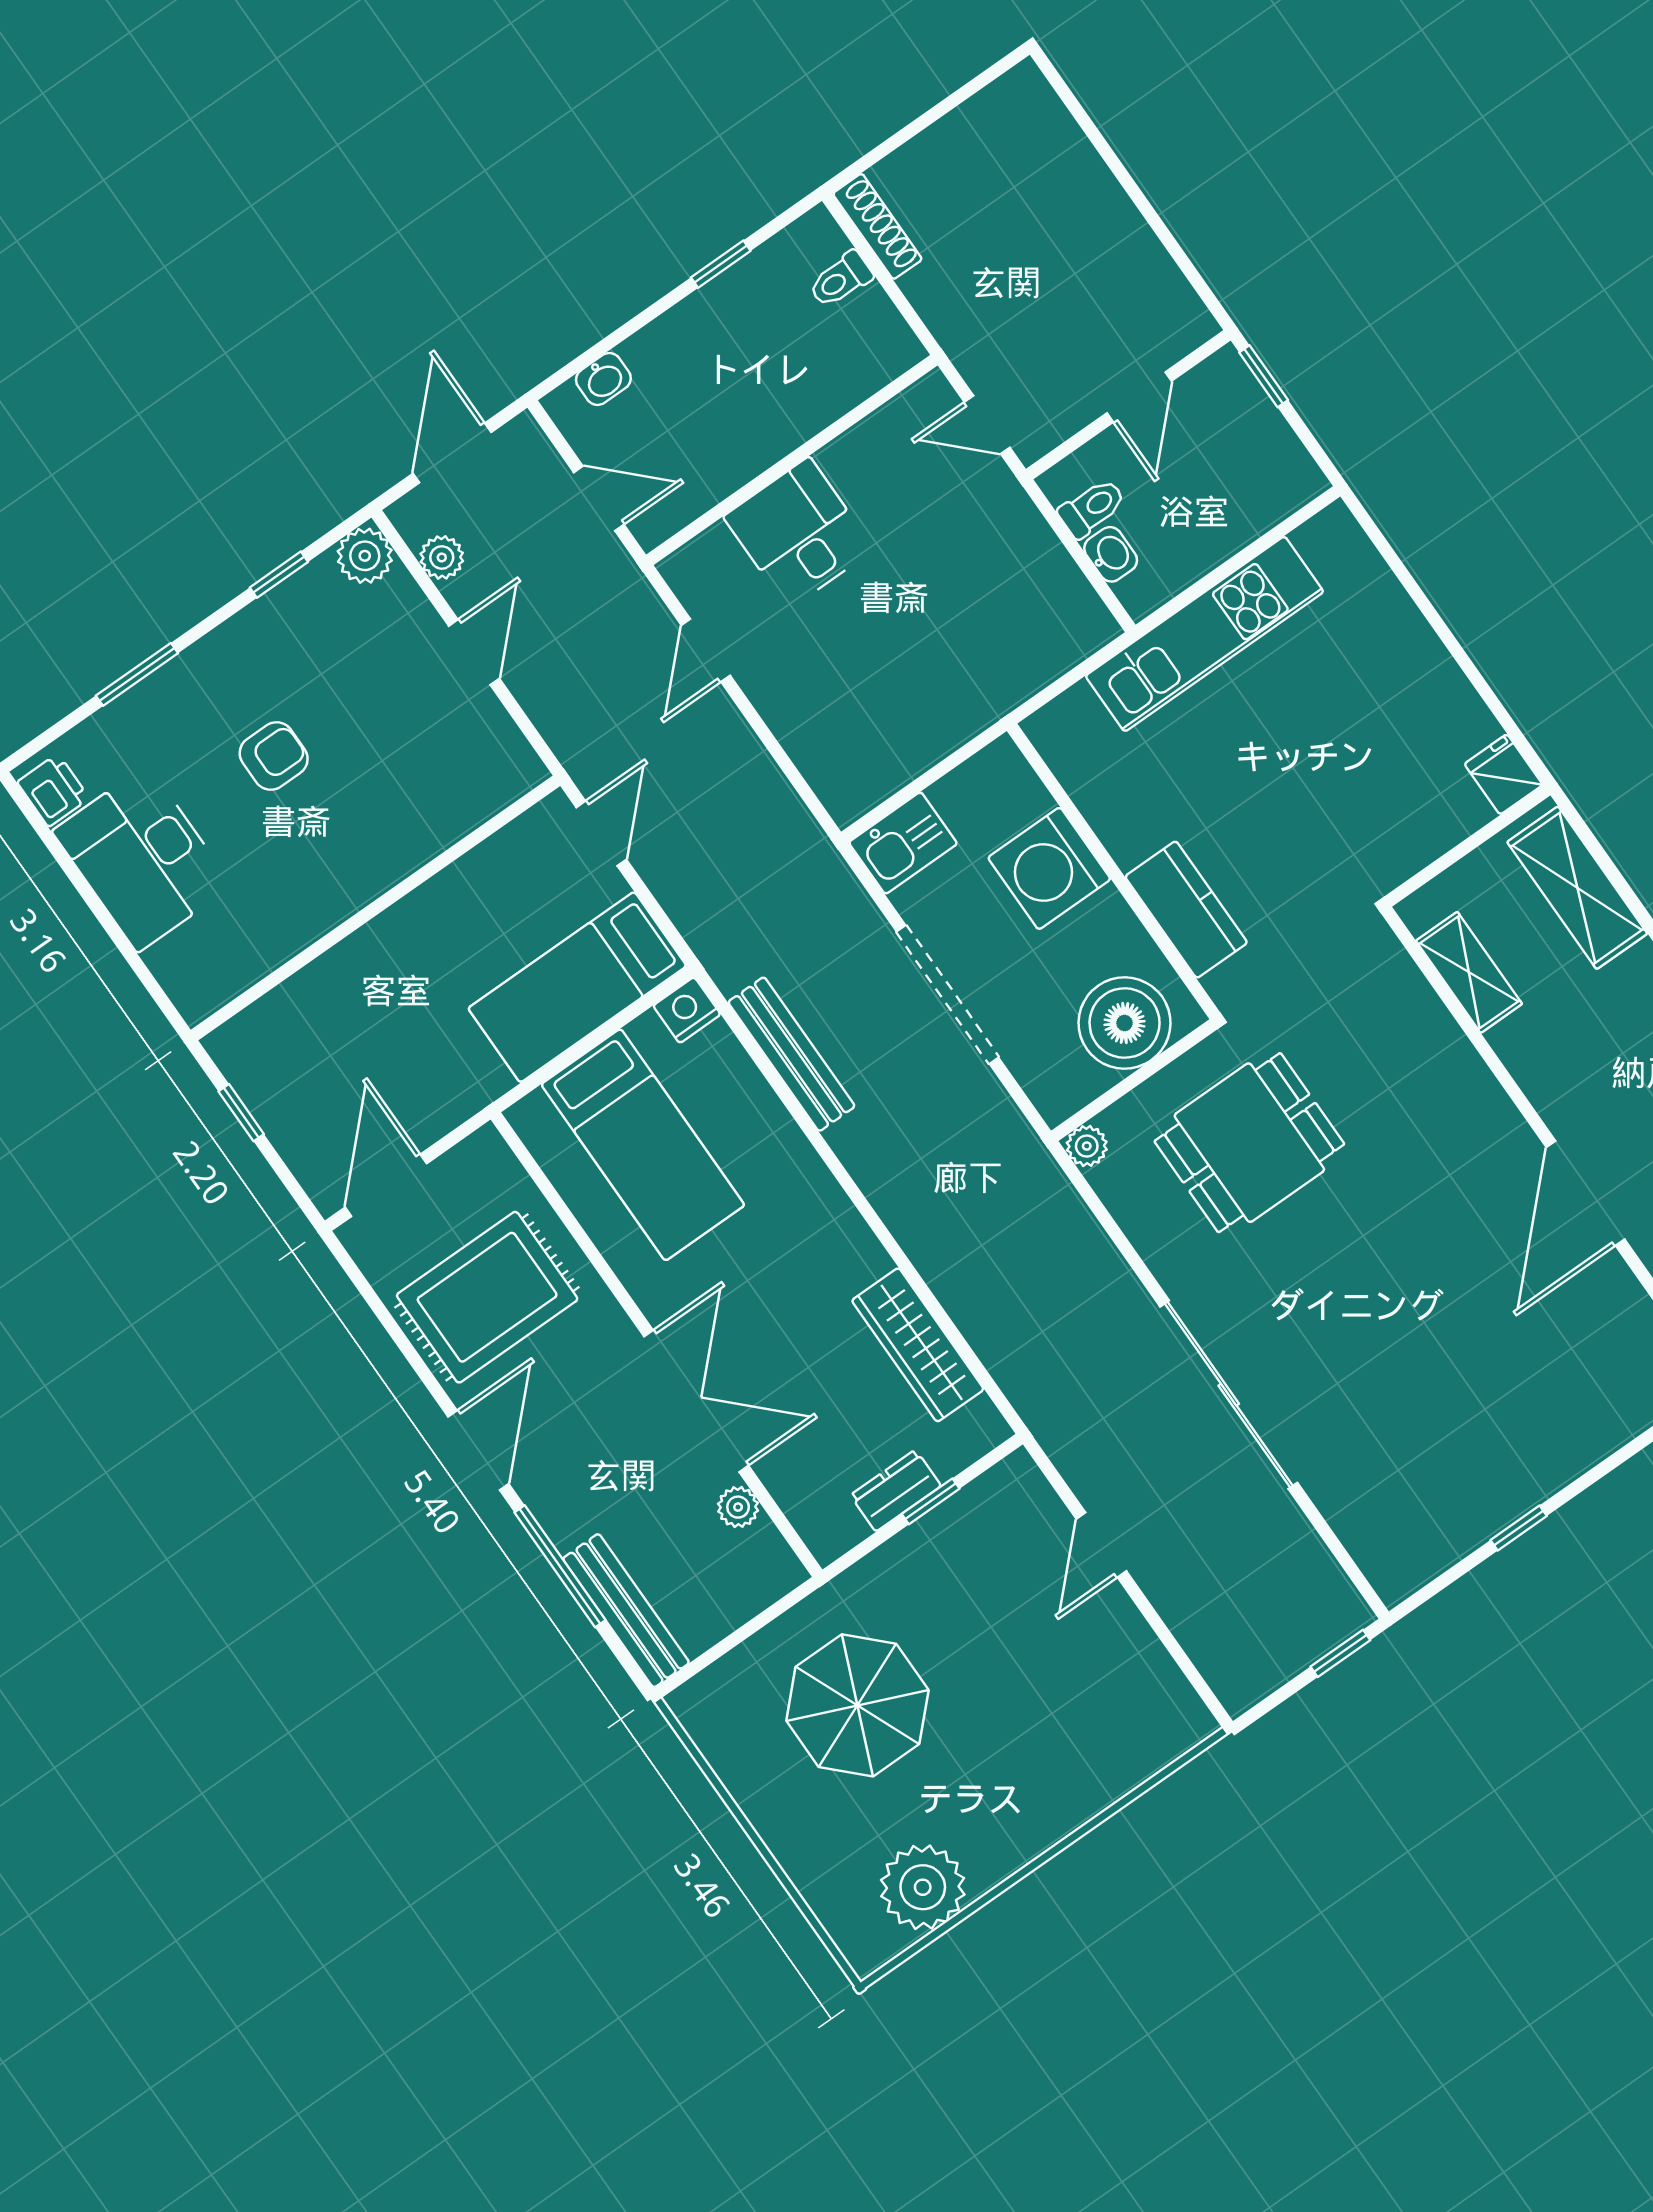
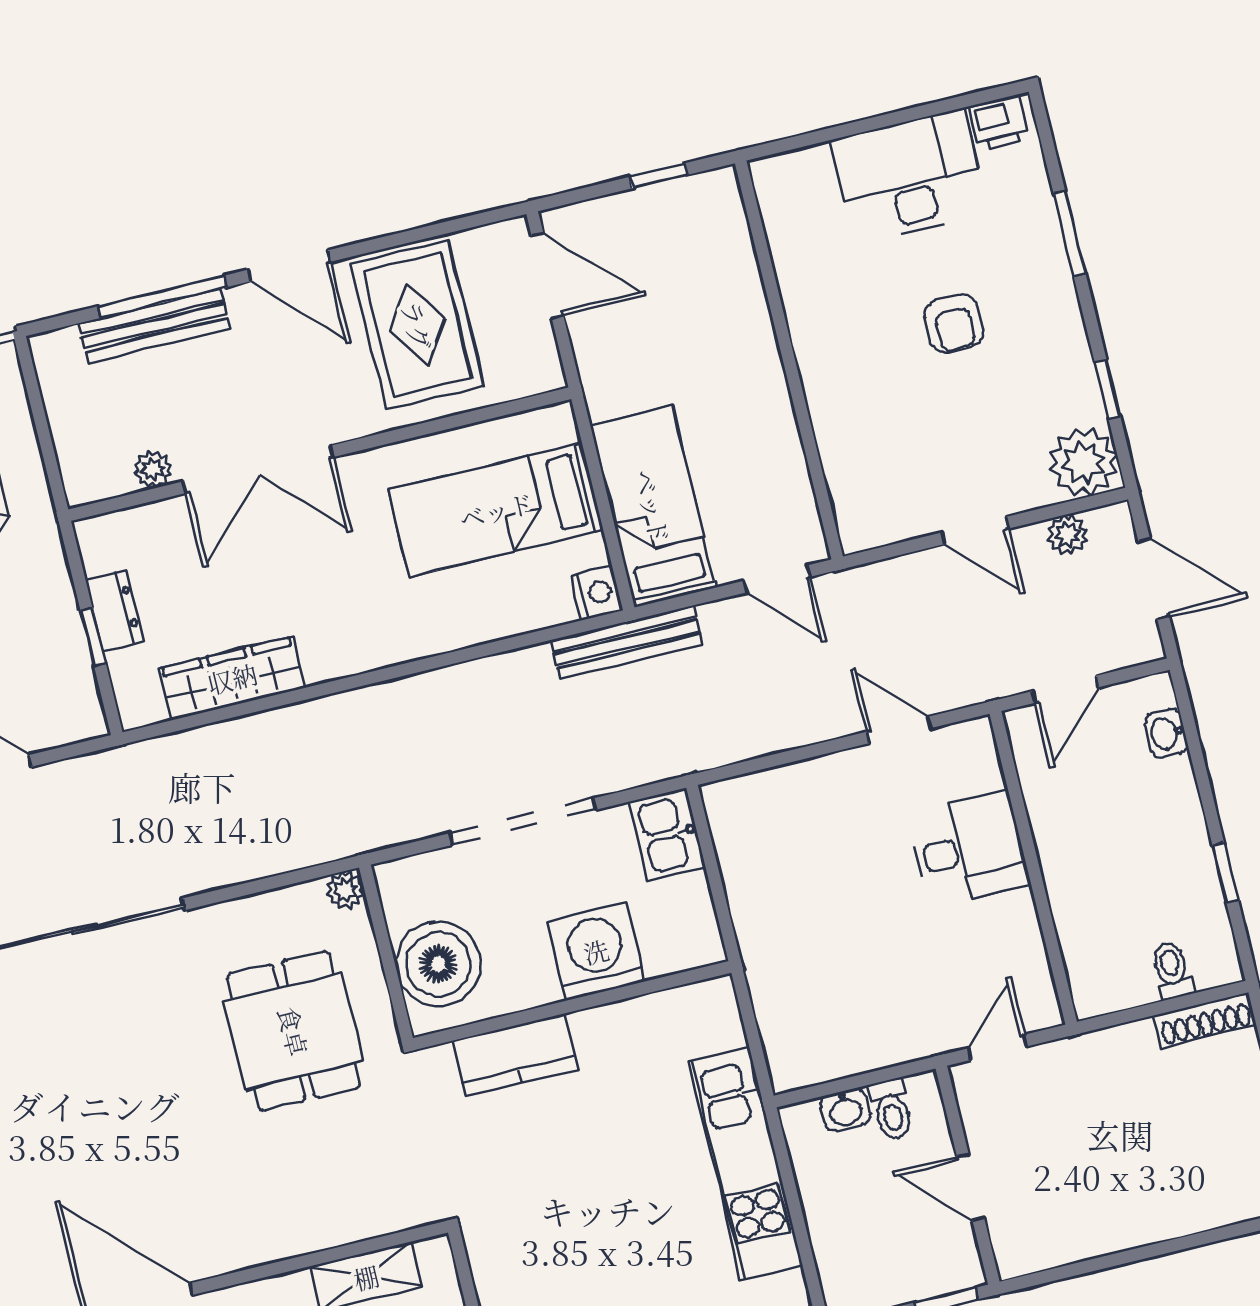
plant: (365, 556) -> (1084, 462), width x1.36, depth x1.36
bench: (791, 1054) -> (627, 643), moved
bench: (626, 1611) -> (154, 326), moved

